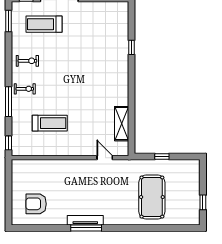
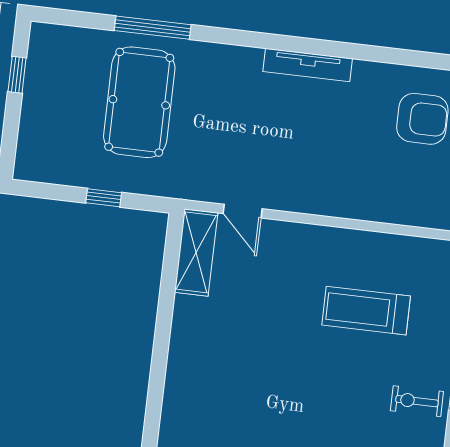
shelving: (122, 124) -> (196, 252), moved
window: (86, 228) -> (153, 28), moved

